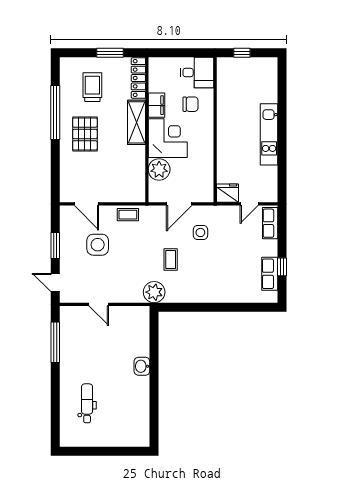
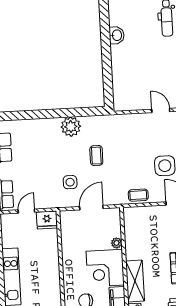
plant: (159, 170) -> (117, 243), width x0.53, depth x0.53
plant: (154, 292) -> (71, 127), moved
washbasin: (142, 366) -> (117, 35), moved

